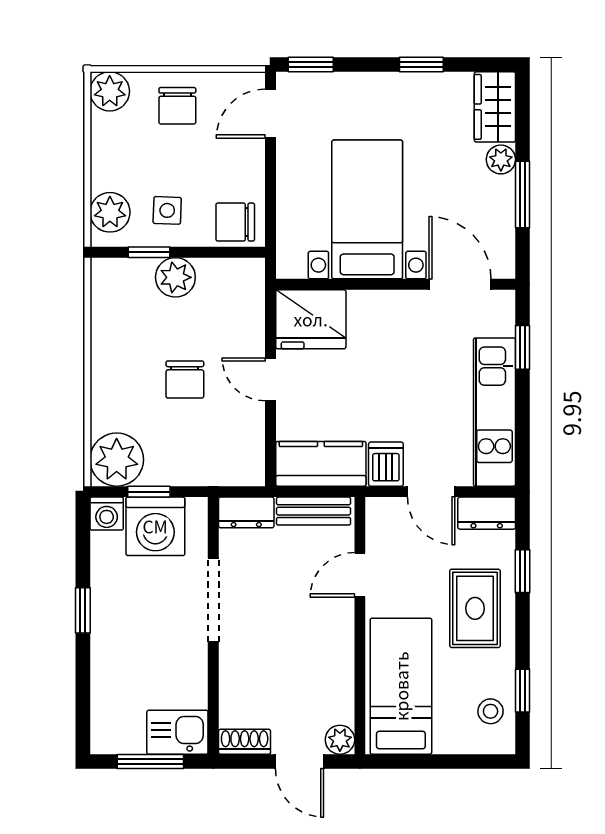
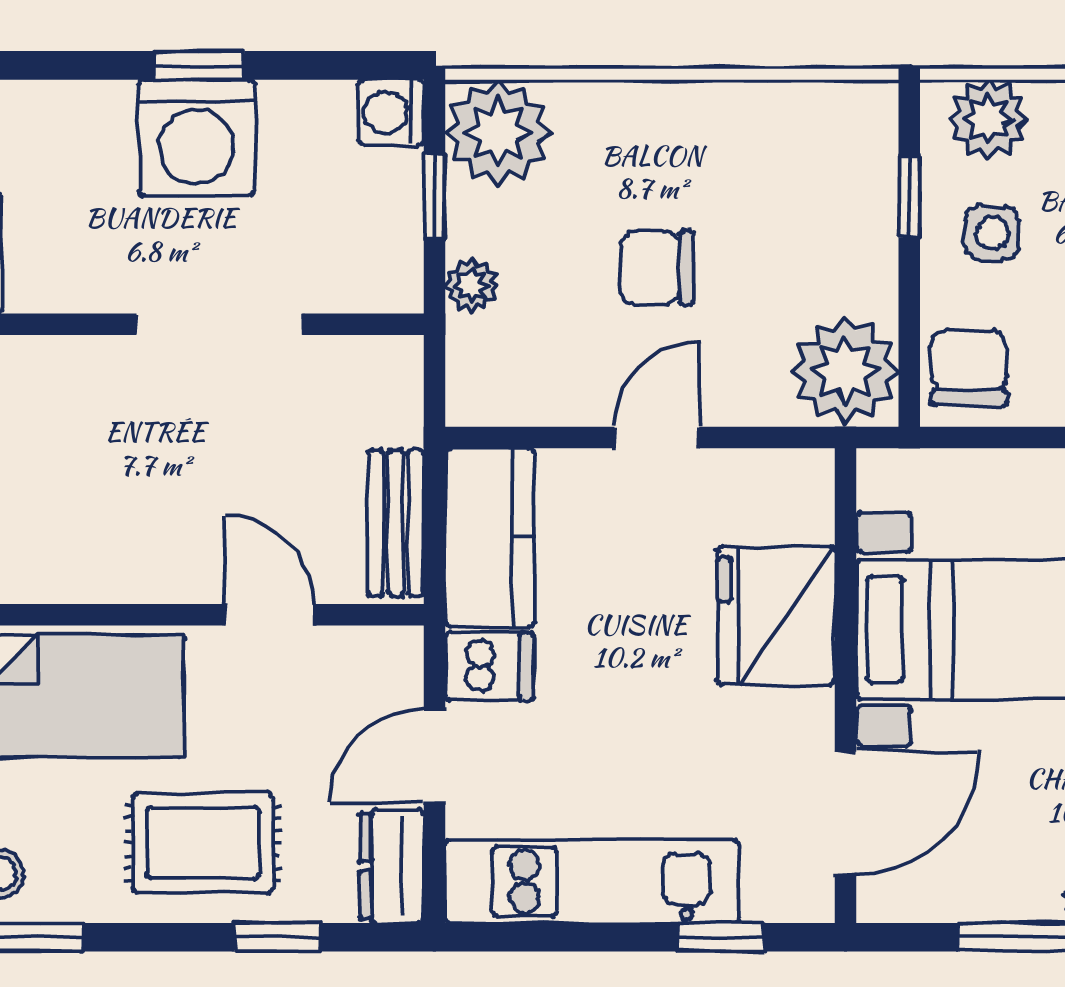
plant: (175, 277) -> (845, 371), moved, width x1.36, depth x1.36
fridge: (311, 319) -> (776, 616), moved
plant: (194, 473) -> (472, 285), added
dresser: (246, 512) -> (393, 389), removed
washing machine: (155, 526) -> (196, 138), moved, turned -90

